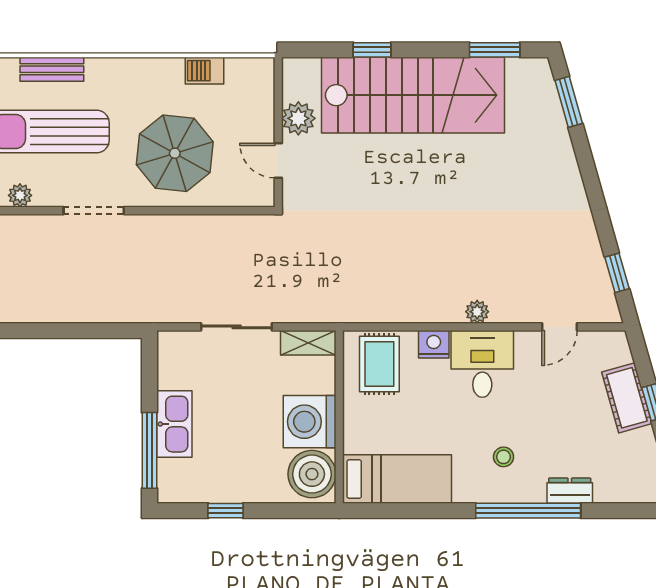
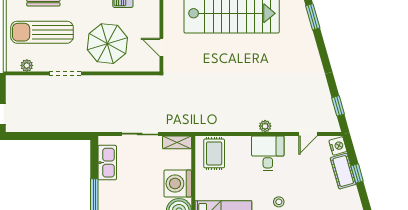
plant: (298, 118) -> (172, 25), removed
nightstand: (434, 344) -> (338, 146), moved, turned 74
kitchen sink: (174, 424) -> (107, 163), moved

